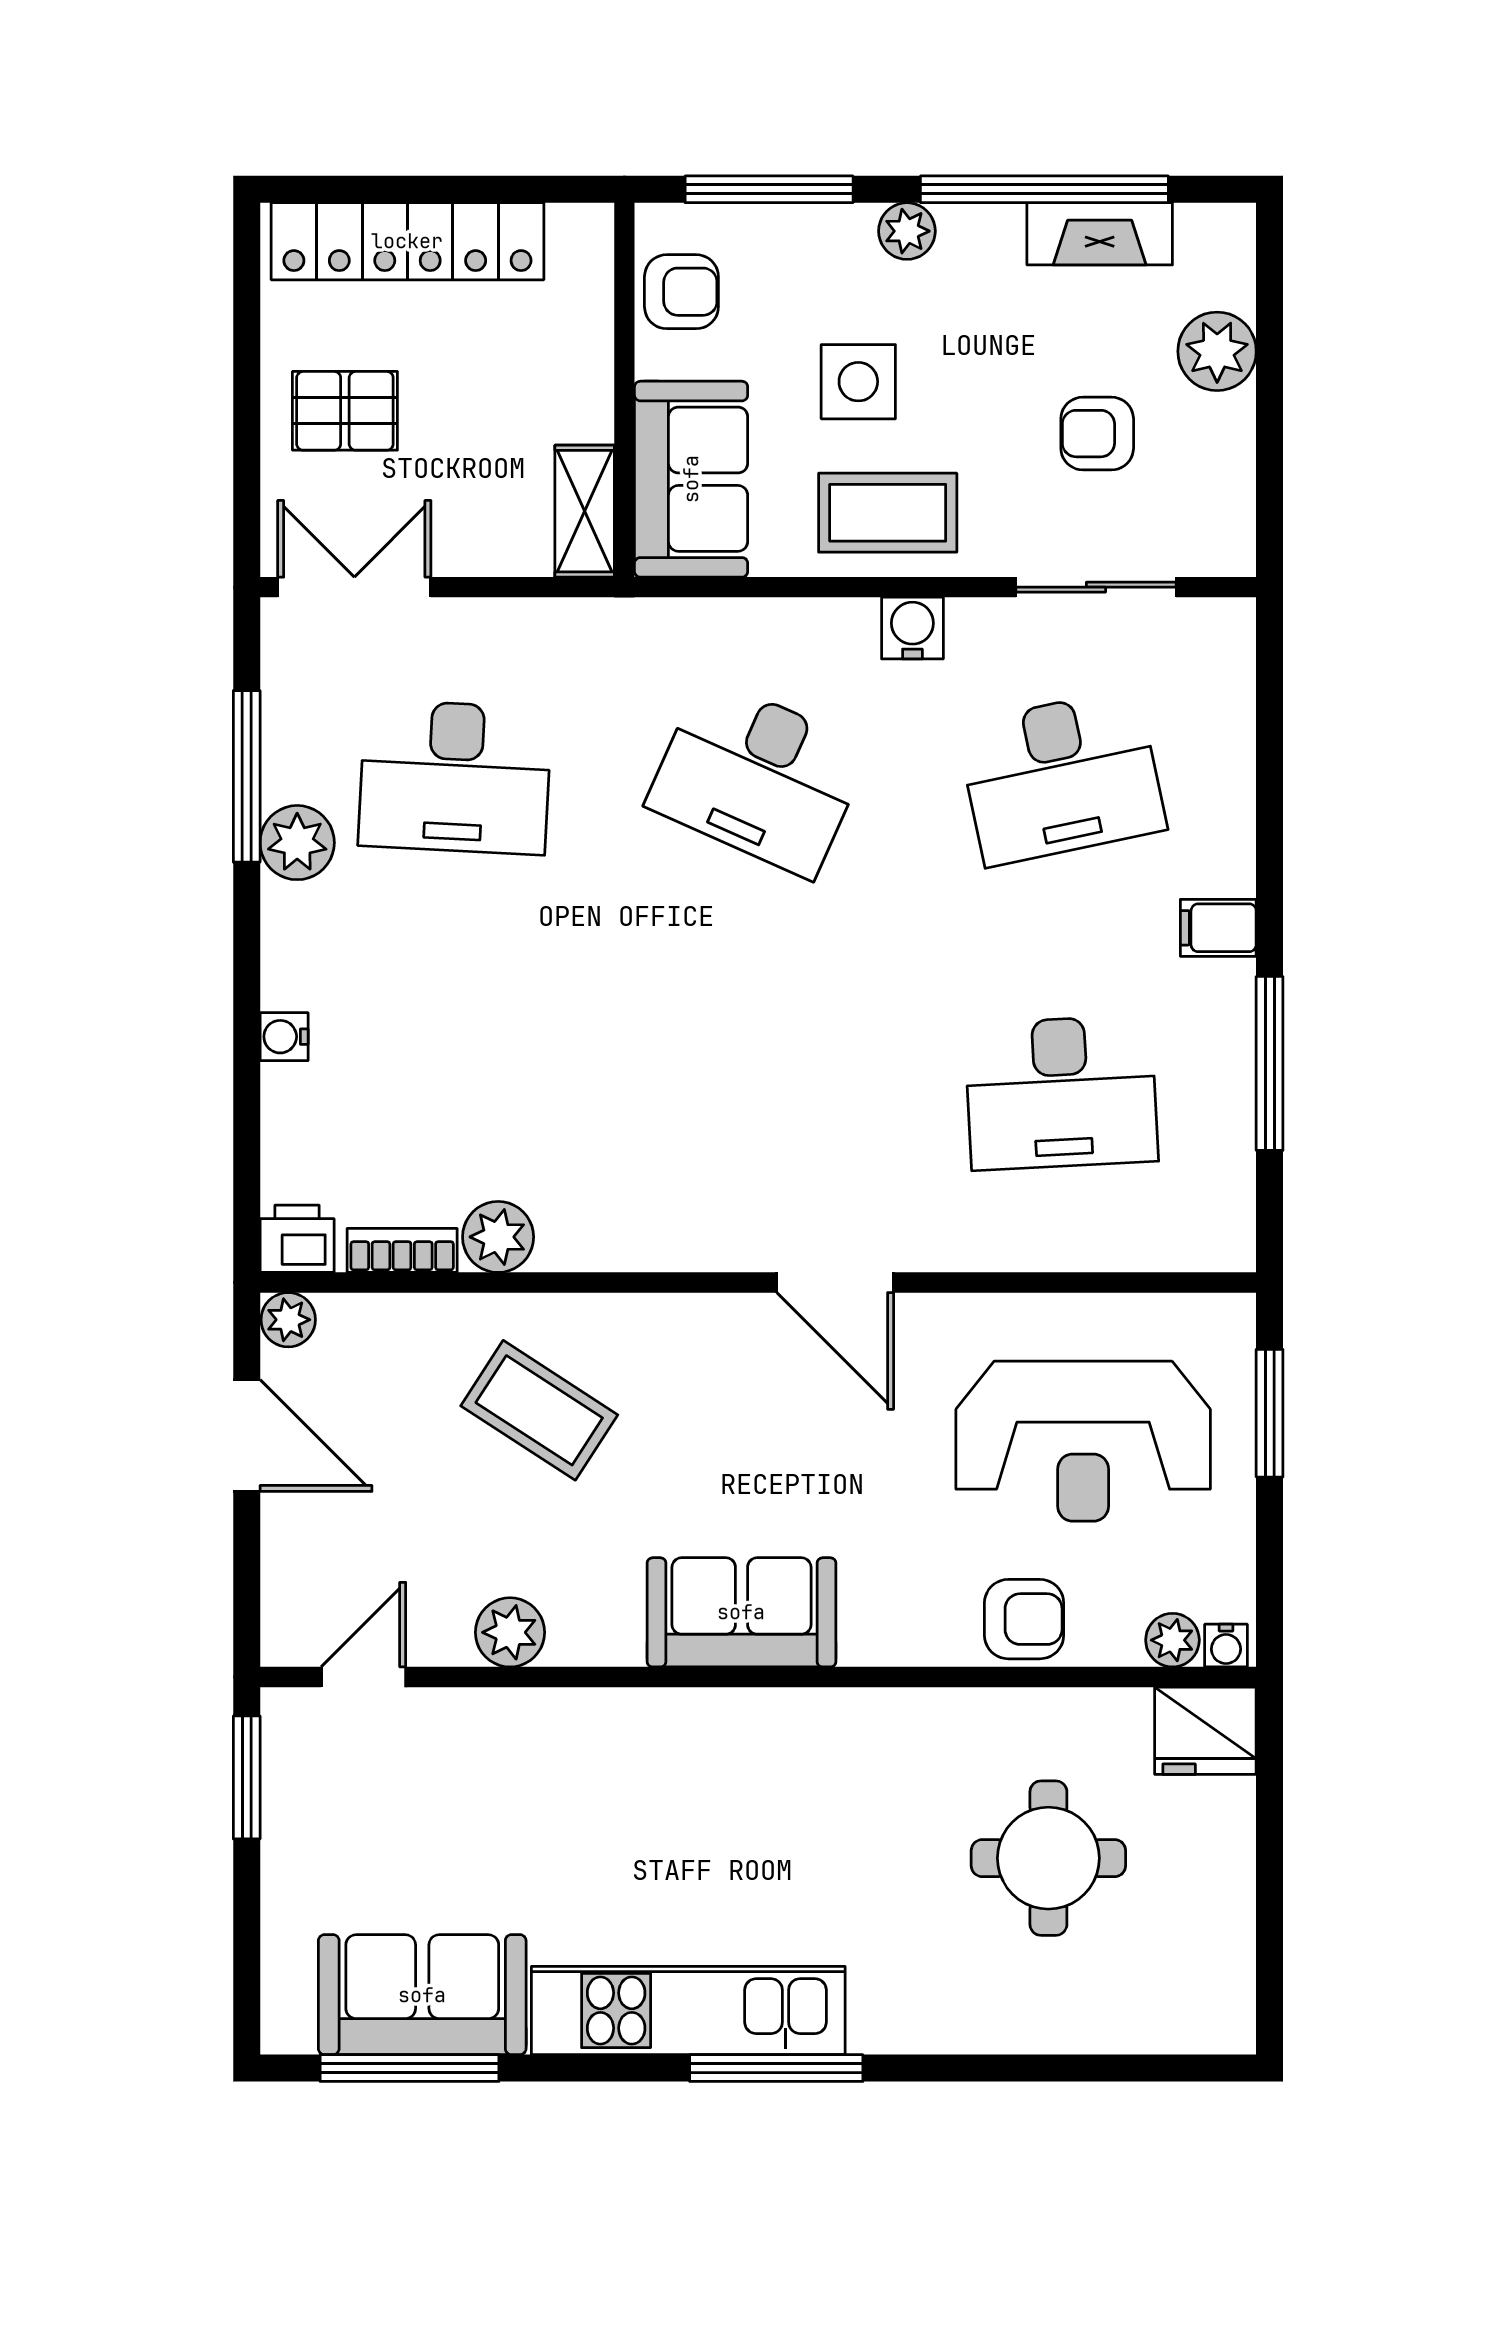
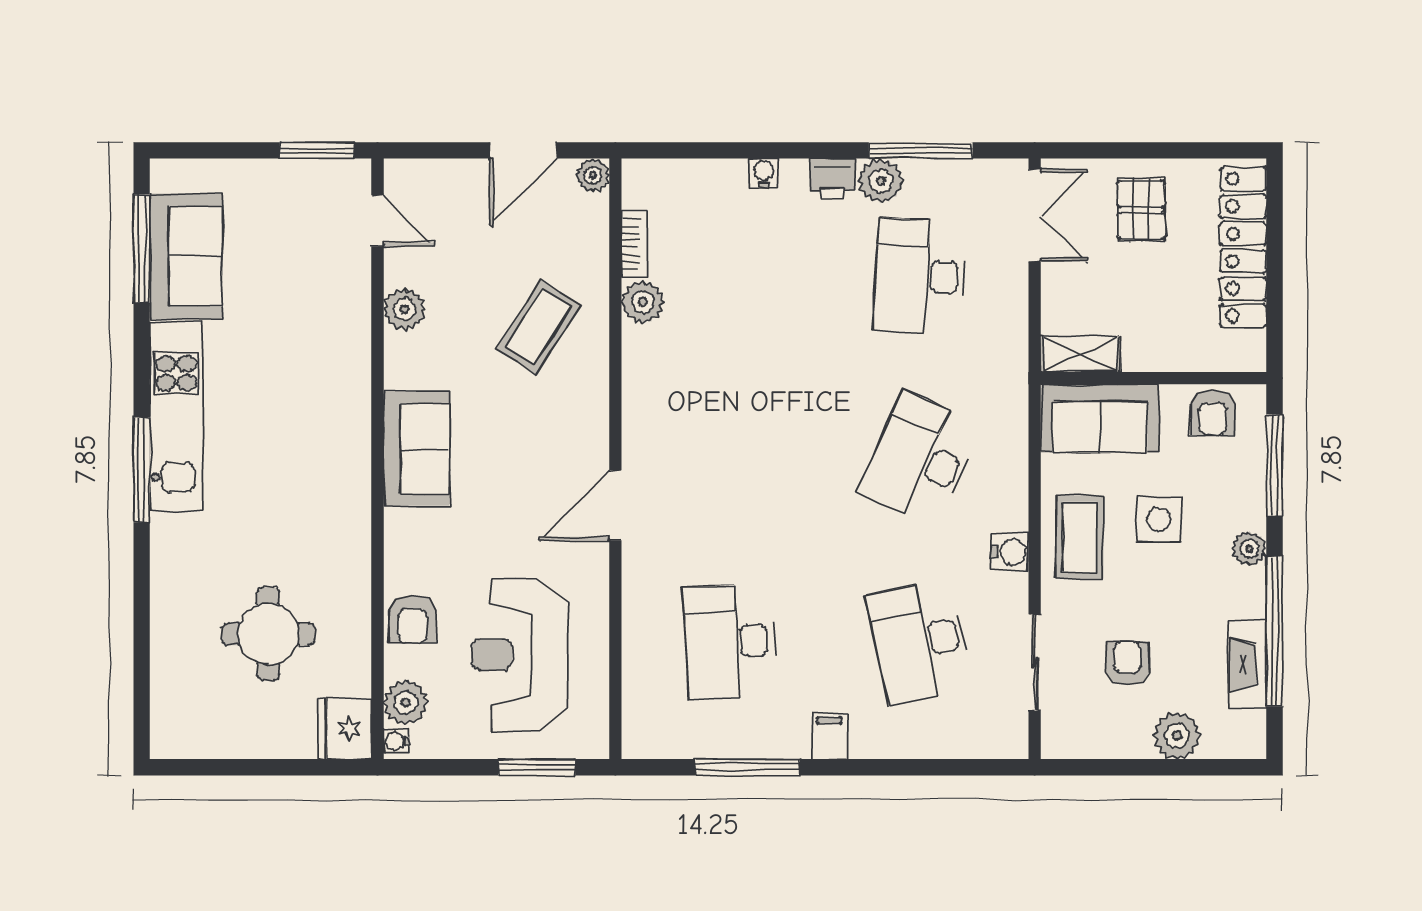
printer: (297, 1239) -> (833, 179), moved, turned 90
plant: (1172, 1640) -> (406, 703), width x1.38, depth x1.38

